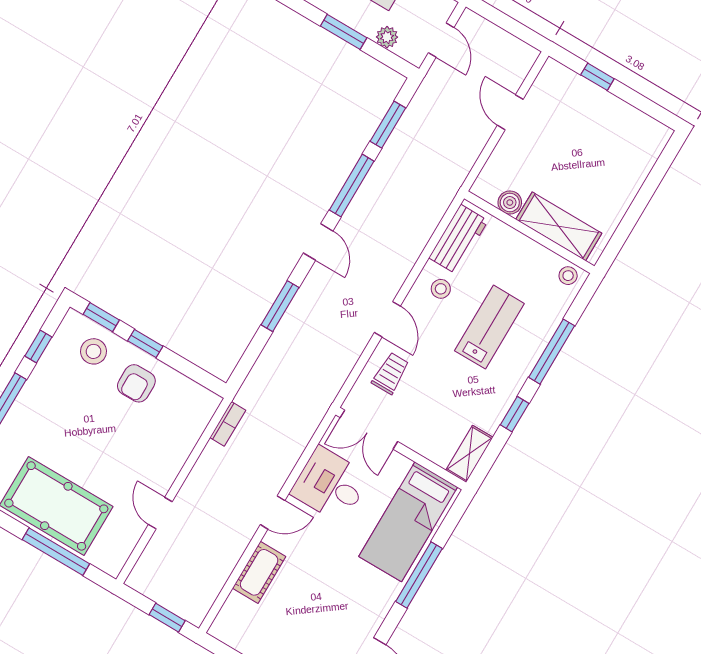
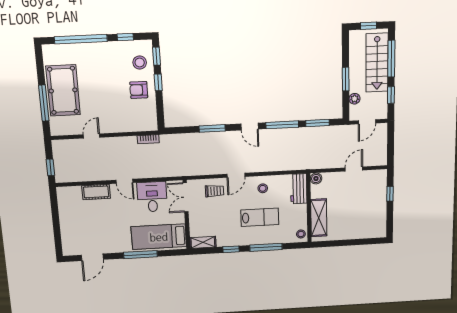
boiler: (510, 202) -> (316, 178), moved
workbench: (458, 239) -> (299, 189), moved, turned 90
door: (318, 242) -> (250, 127), hinge flipped

